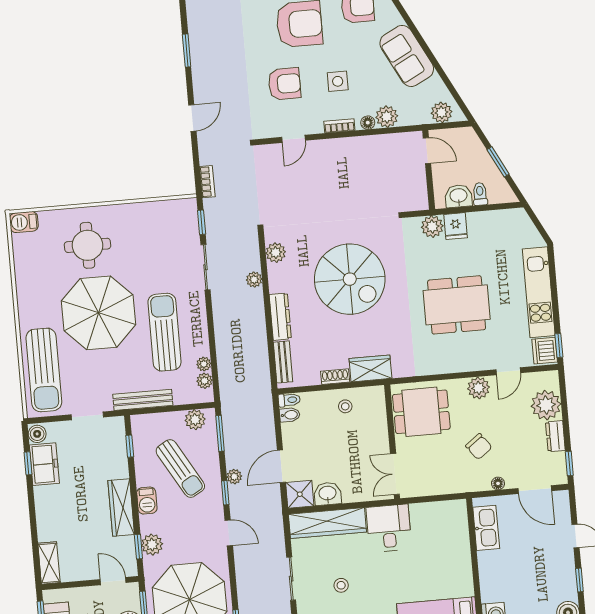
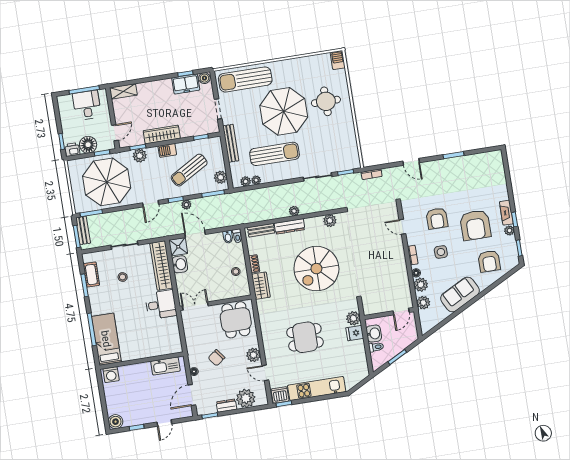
plant: (442, 112) -> (423, 303), moved
plant: (254, 280) -> (294, 211), moved
dining table: (457, 305) -> (305, 337), width x0.73

